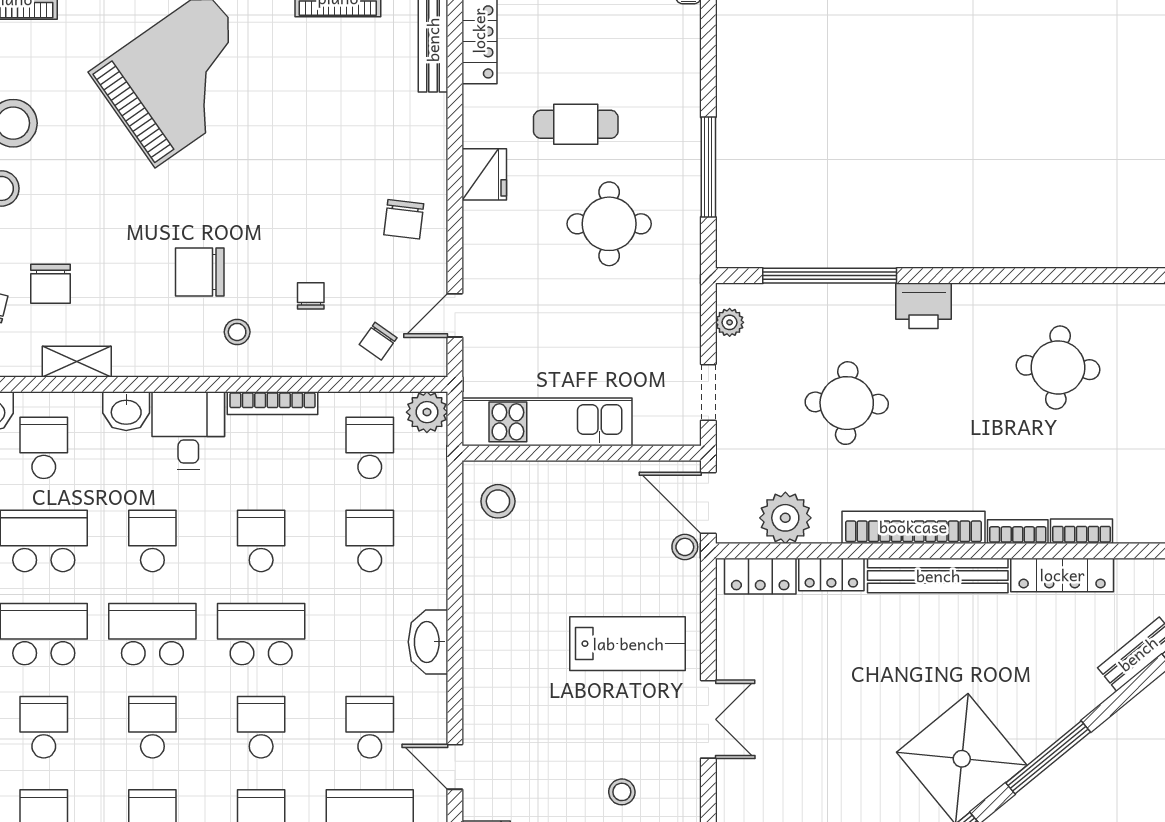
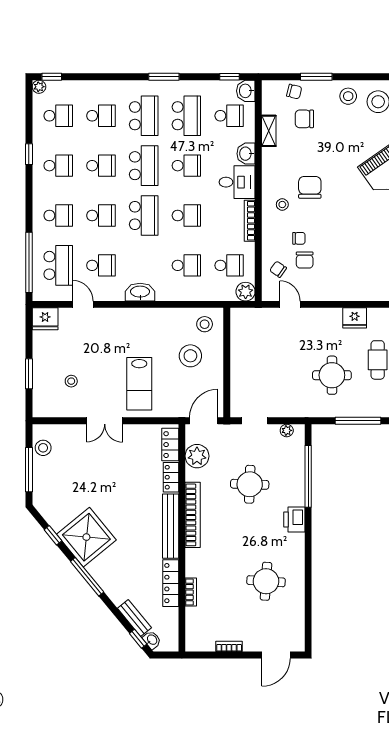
chair: (404, 219) -> (305, 260), moved, turned -97
kitchen unit: (547, 422) -> (241, 347), removed
bookcase: (1018, 532) -> (191, 563), removed
stool: (685, 547) -> (190, 356), moved, width x1.89, depth x1.89
door: (455, 767) -> (83, 304), hinge flipped

